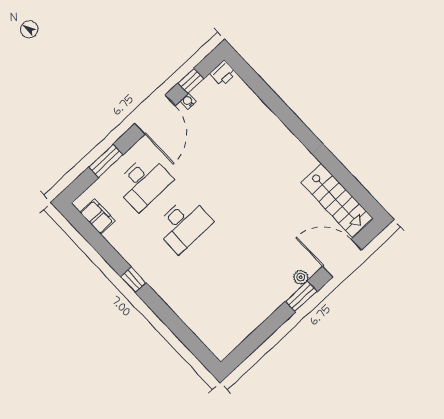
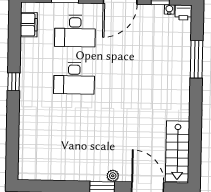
water cooler: (188, 101) -> (169, 9), moved
window: (275, 103) -> (197, 59), added

